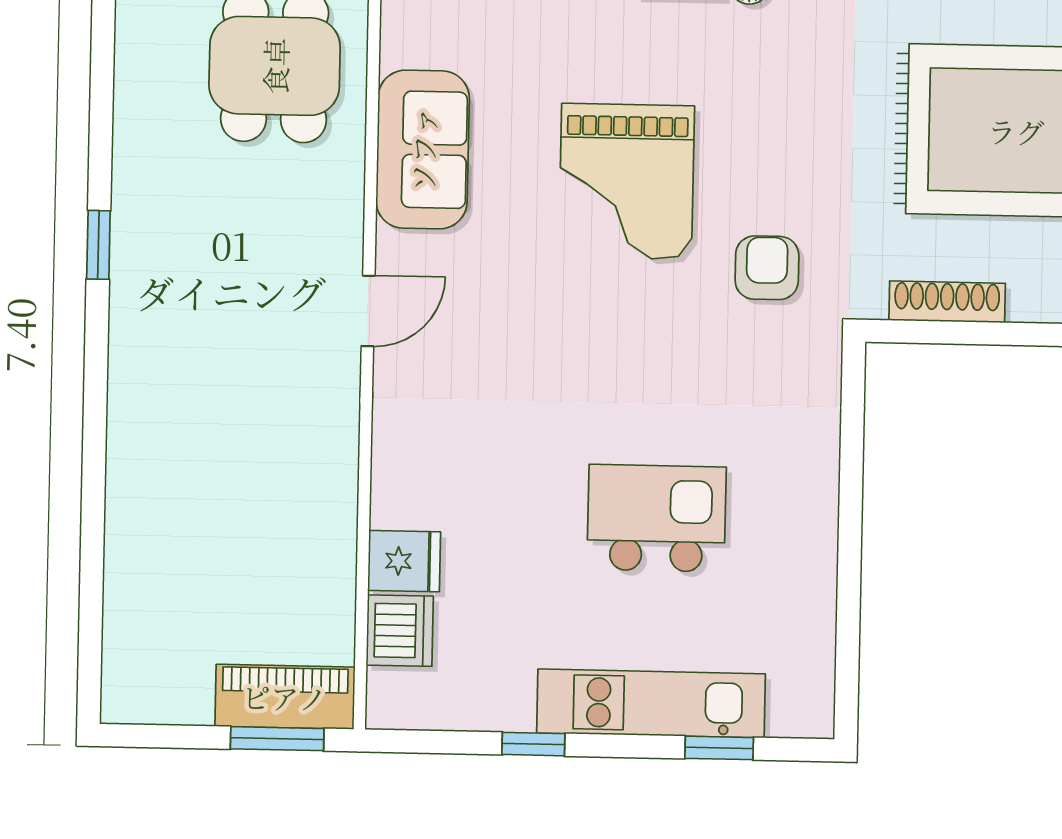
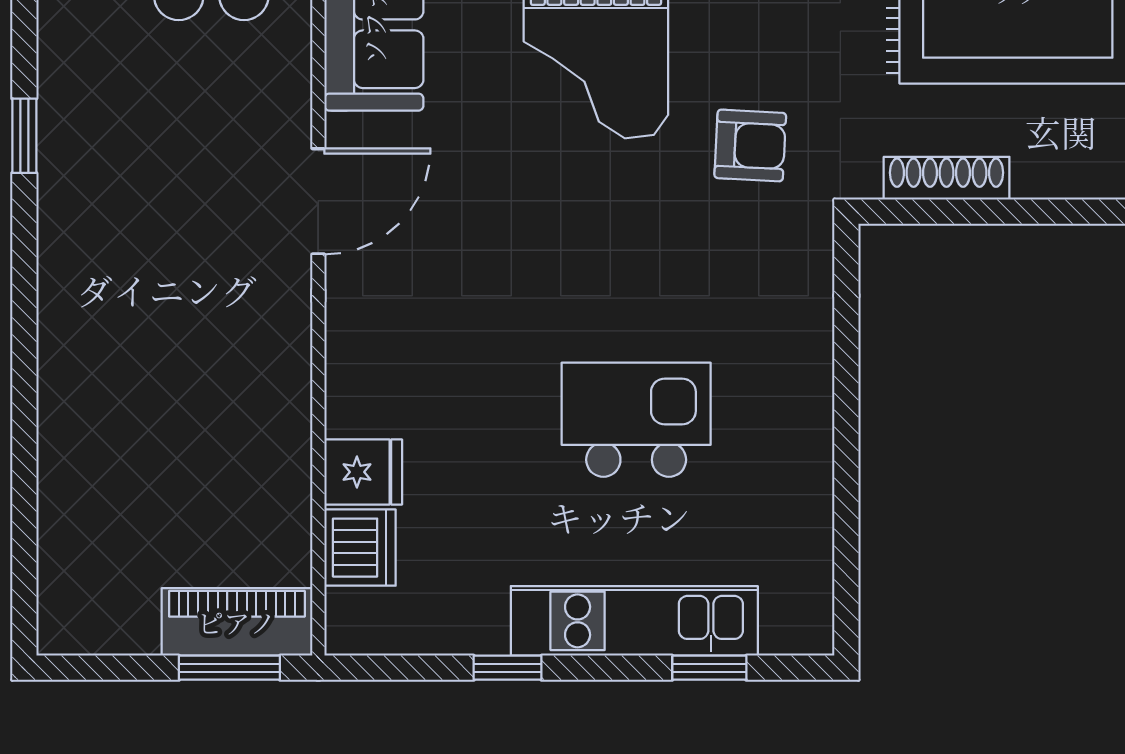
armchair: (767, 268) -> (750, 145), turned 93
door: (368, 311) -> (318, 201), width x1.38

